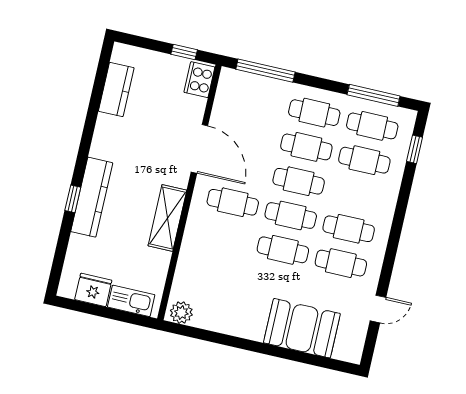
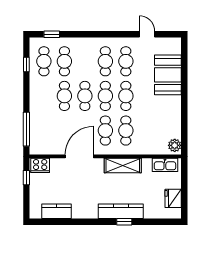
window: (374, 95) -> (26, 65), width x0.46
cafe table: (314, 113) -> (126, 131), moved
kitchen sink: (131, 301) -> (165, 165), moved, turned -90

